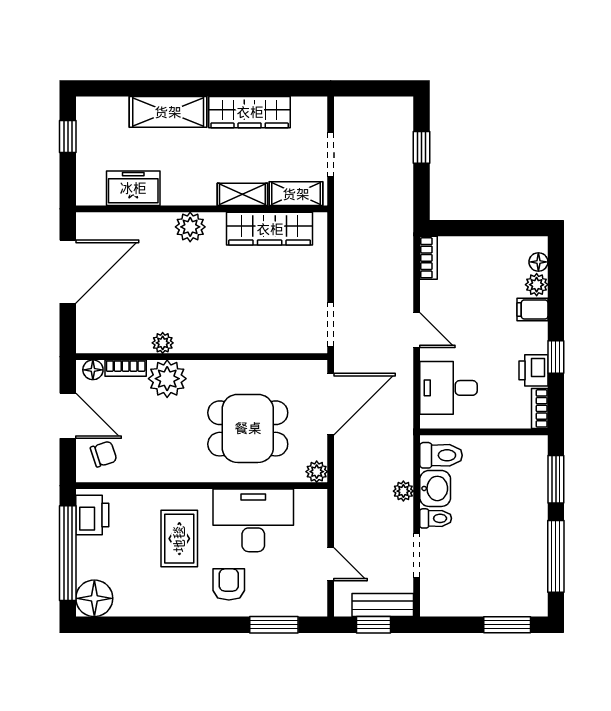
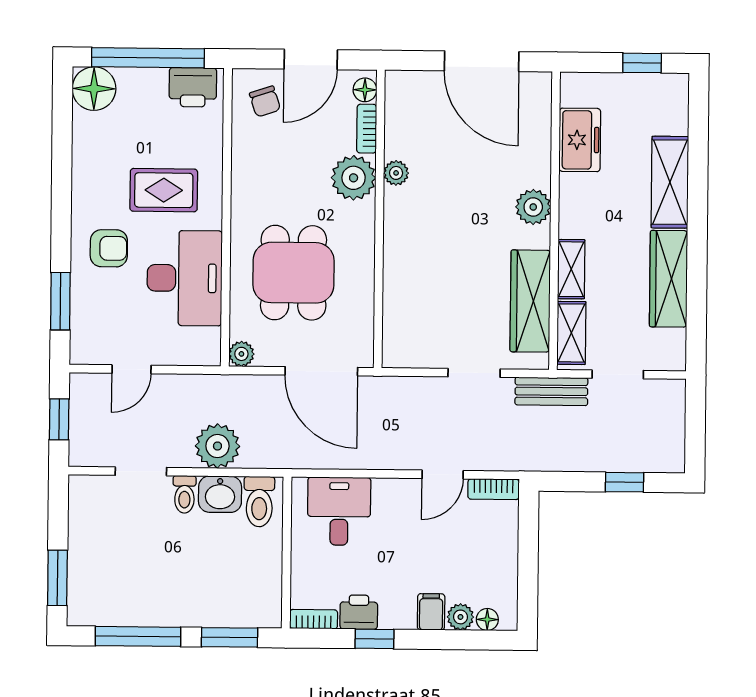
doorway: (331, 325) -> (474, 373), moved
door: (417, 330) -> (443, 475), moved
plant: (403, 491) -> (217, 446), width x1.87, depth x1.87
bench: (383, 605) -> (551, 391), moved, turned 90

